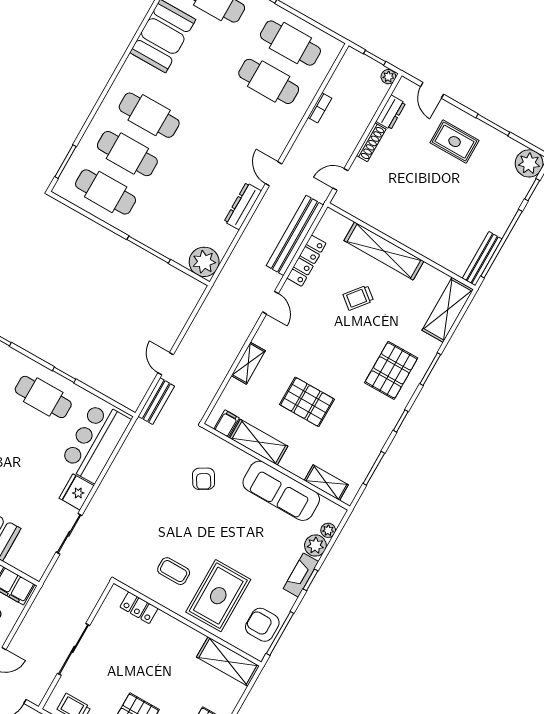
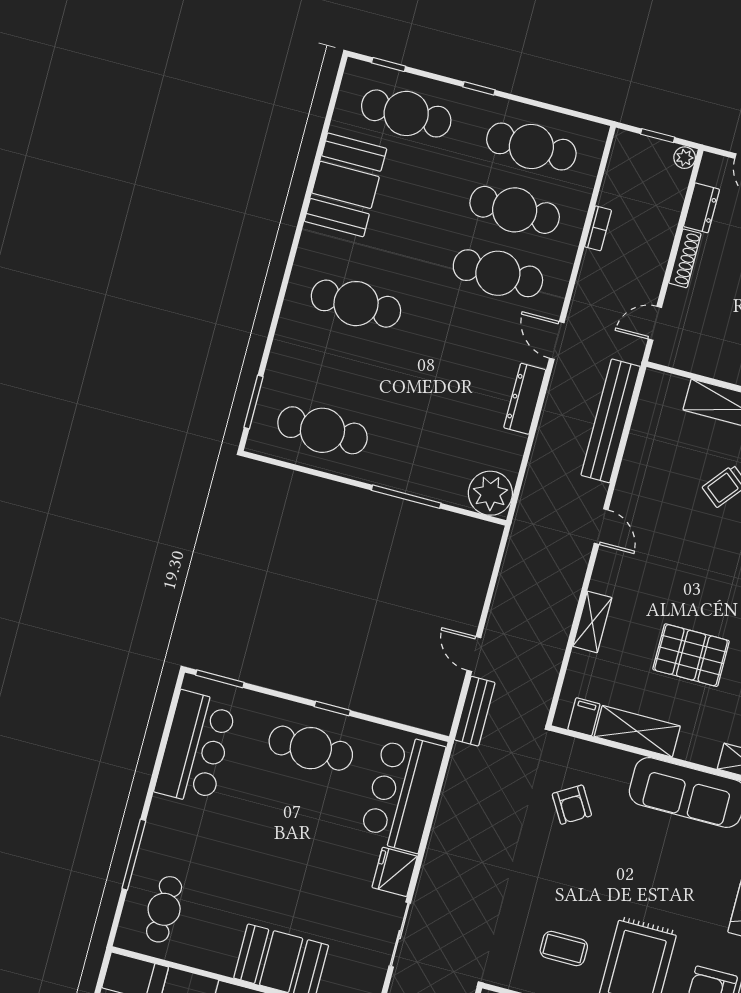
cafe table: (127, 154) -> (498, 273), moved
locker: (306, 261) -> (637, 453), removed

